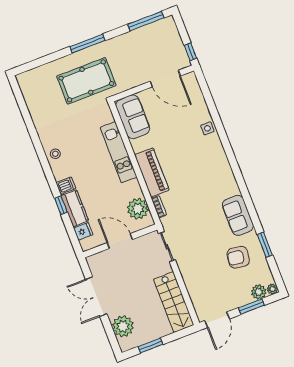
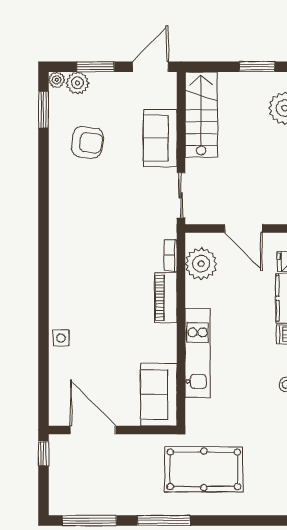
window: (87, 44) -> (164, 521), moved
piano: (152, 172) -> (166, 298), width x0.73, depth x0.75
sofa: (238, 215) -> (160, 138), moved, turned 180
window: (265, 245) -> (44, 110), moved

